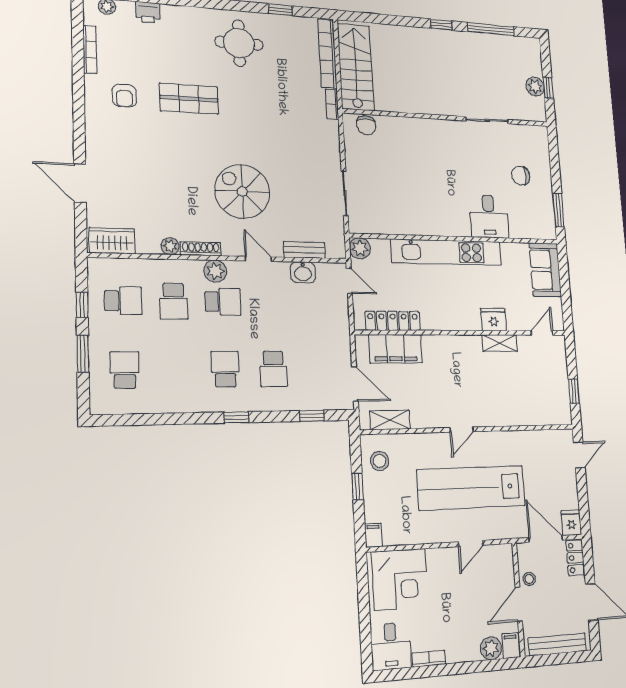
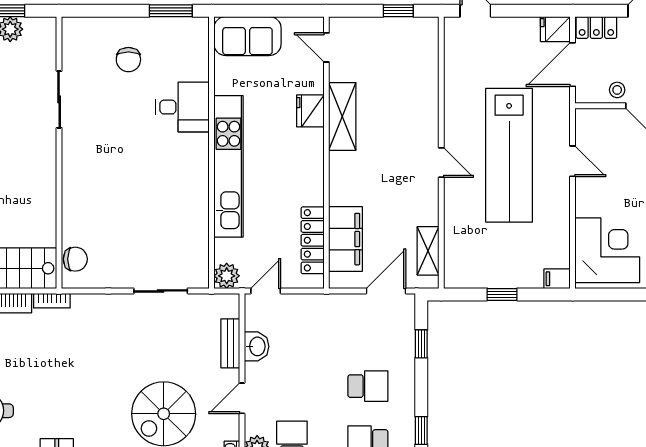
shelving: (500, 343) -> (342, 116), width x1.50, depth x1.33
stool: (380, 461) -> (474, 266), removed

